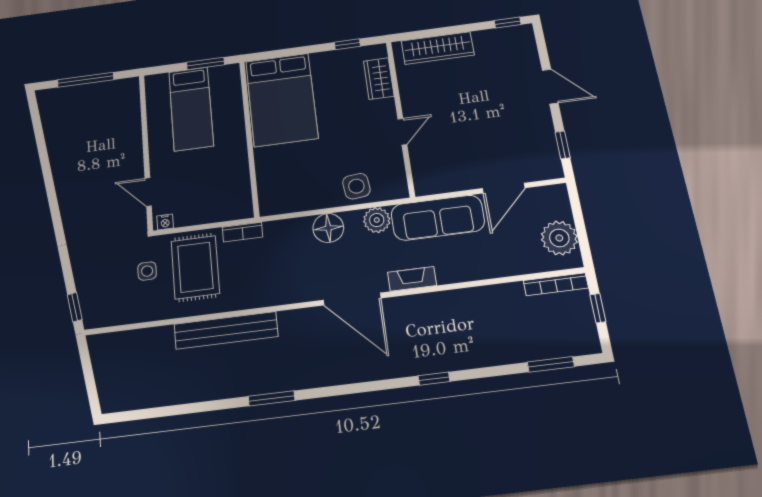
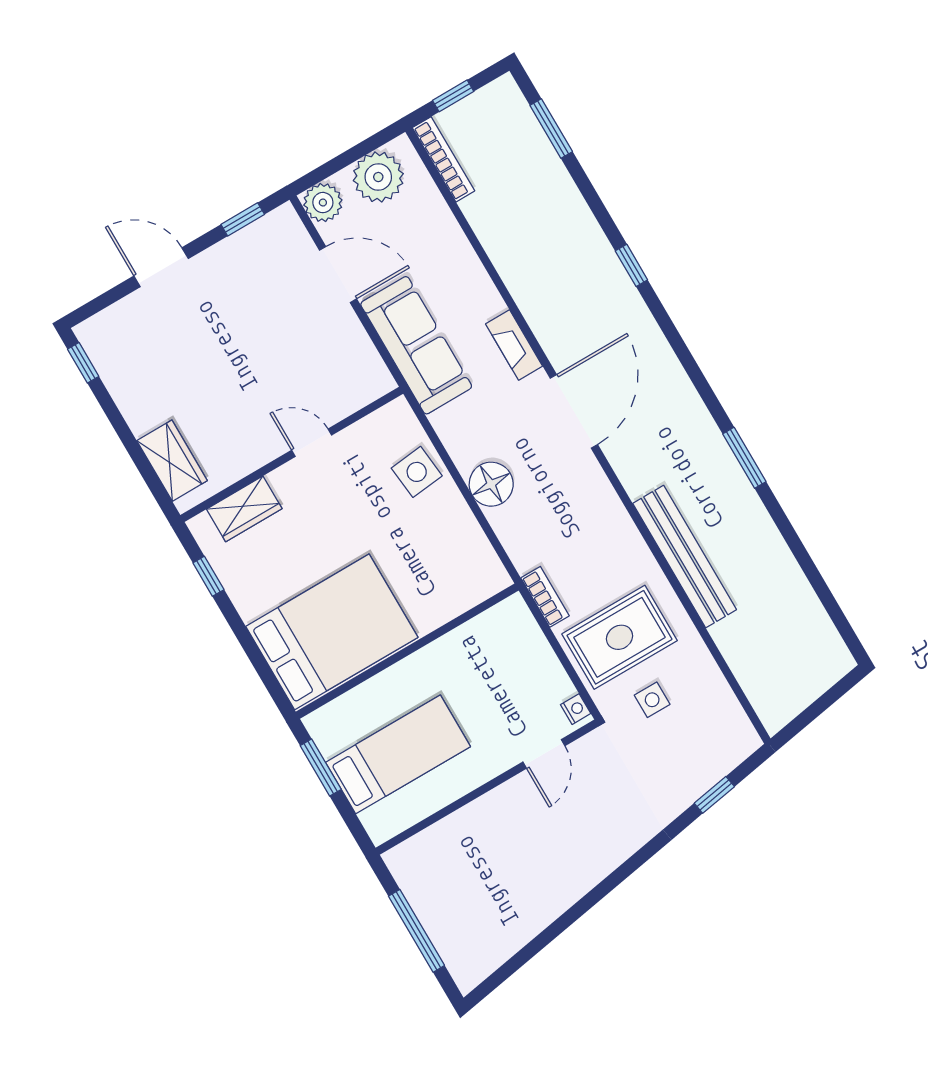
wardrobe: (438, 48) -> (172, 461), width x0.67
door: (550, 87) -> (161, 267), hinge flipped
plant: (377, 220) -> (323, 203), moved
window: (75, 307) -> (714, 795), moved

